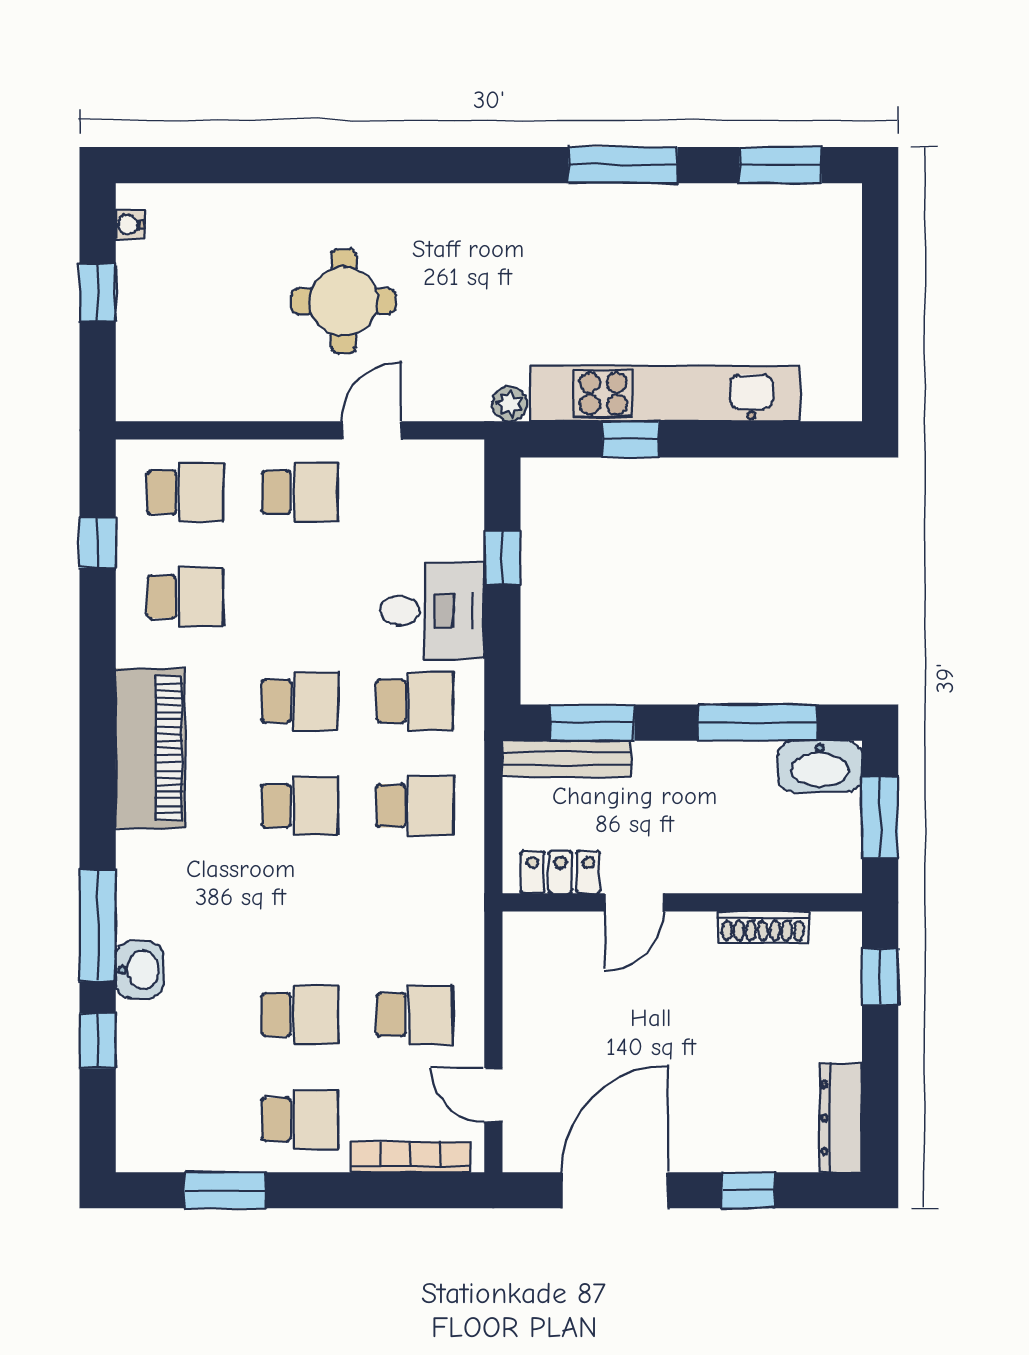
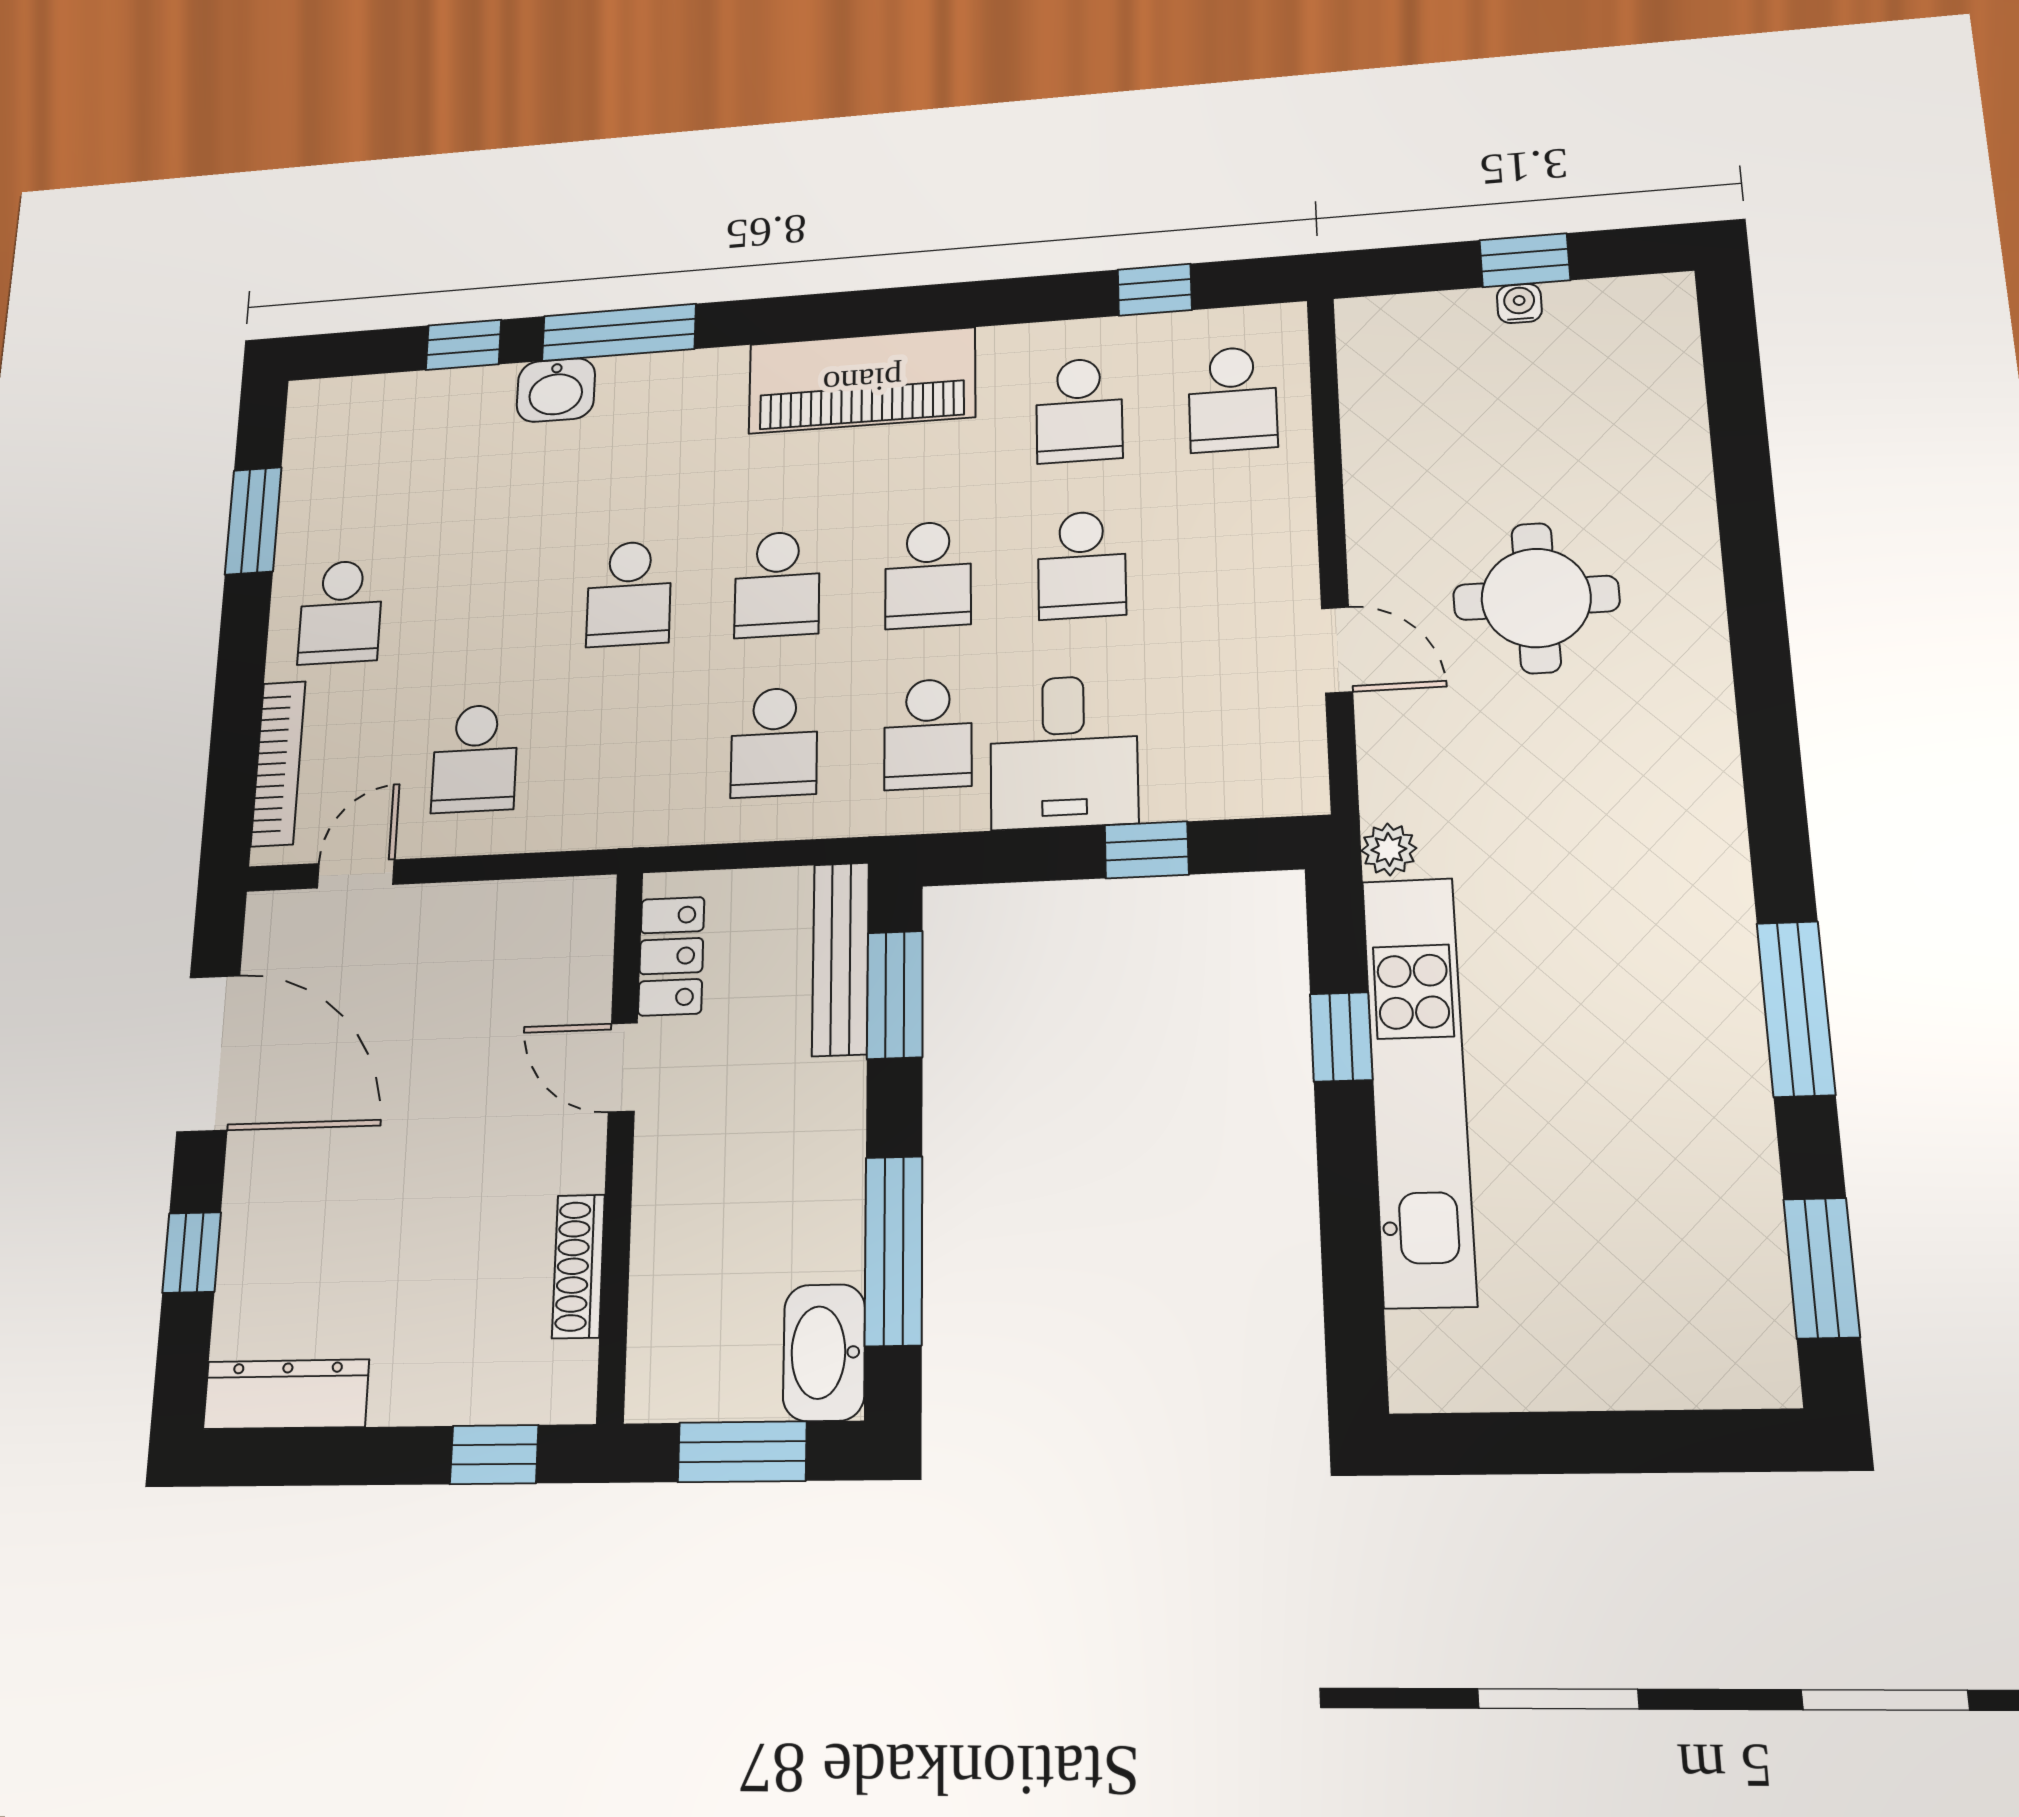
water cooler: (130, 225) -> (1519, 304), moved
school desk: (300, 492) -> (1082, 565), moved
school desk: (300, 1015) -> (629, 594), moved

